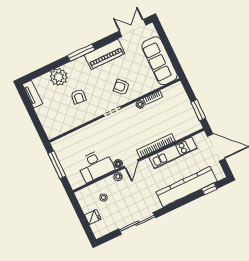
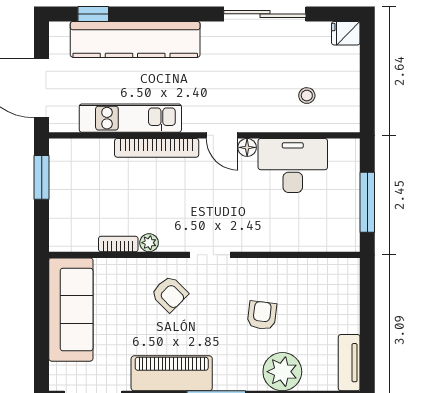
door: (131, 164) -> (222, 135), swing flipped
plant: (118, 177) -> (259, 123), removed
fridge: (93, 217) -> (346, 33), moved

